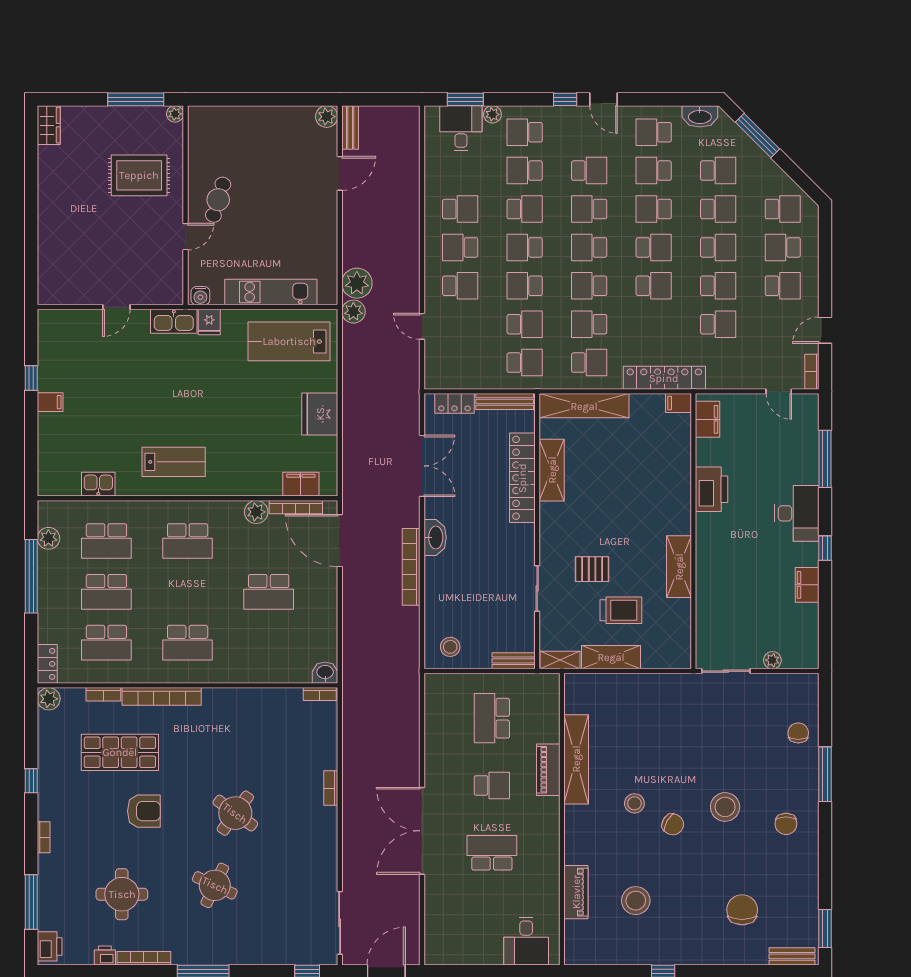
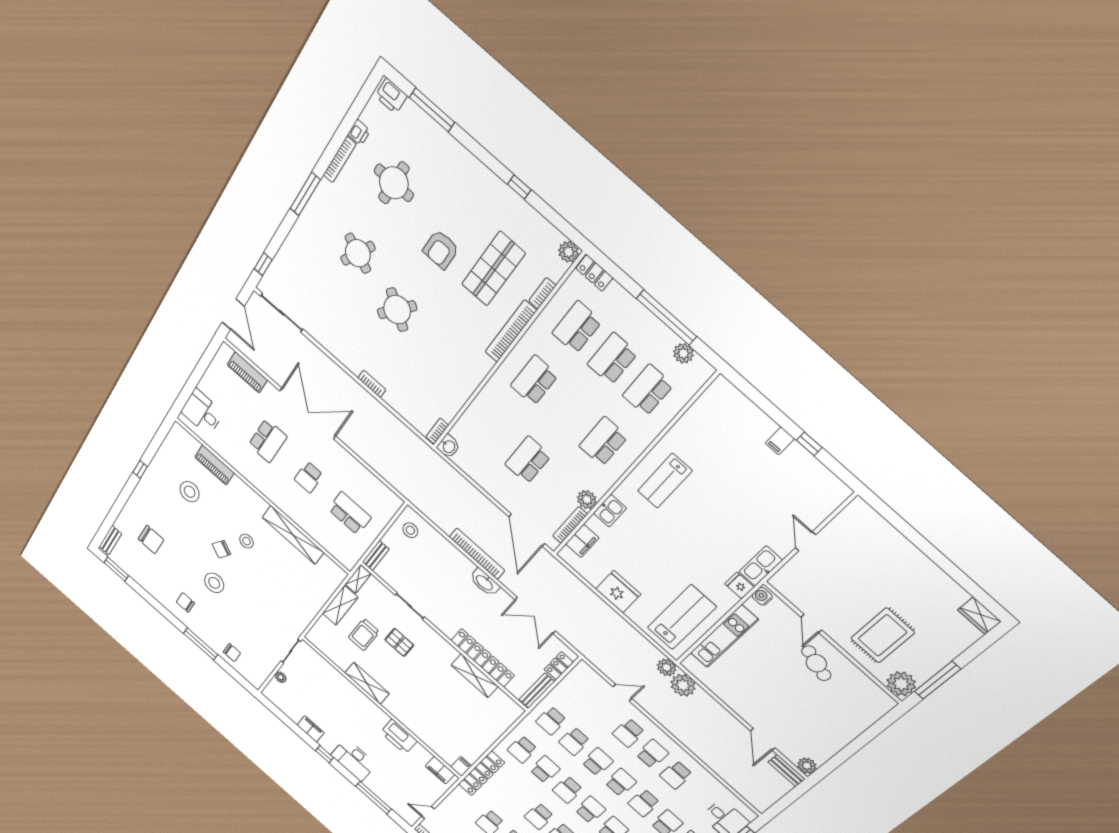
plant: (175, 114) -> (901, 684), width x1.88, depth x1.88
school desk: (589, 286) -> (568, 790), turned 180
shelving: (584, 406) -> (499, 724), removed
kitchen sink: (98, 484) -> (610, 511), moved
door: (340, 541) -> (527, 530), swing flipped
pallet: (592, 569) -> (399, 642), turned 90
piano: (548, 770) -> (247, 372), moved, turned 180
bookcase: (44, 837) -> (472, 160), removed

